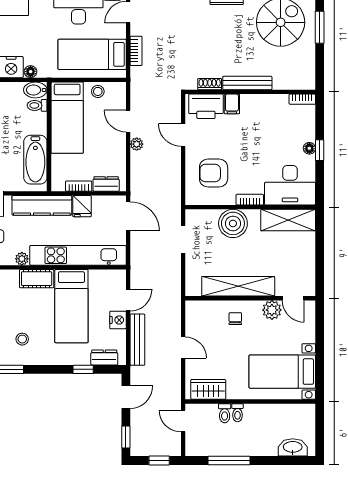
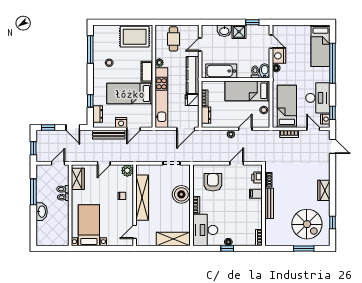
printer: (206, 106) -> (257, 177), width x0.53, depth x0.68
shelving: (288, 220) -> (173, 239), moved, turned 90
door: (128, 300) -> (134, 129), hinge flipped
plant: (272, 310) -> (127, 171), moved
washbasin: (293, 447) -> (42, 212), moved

